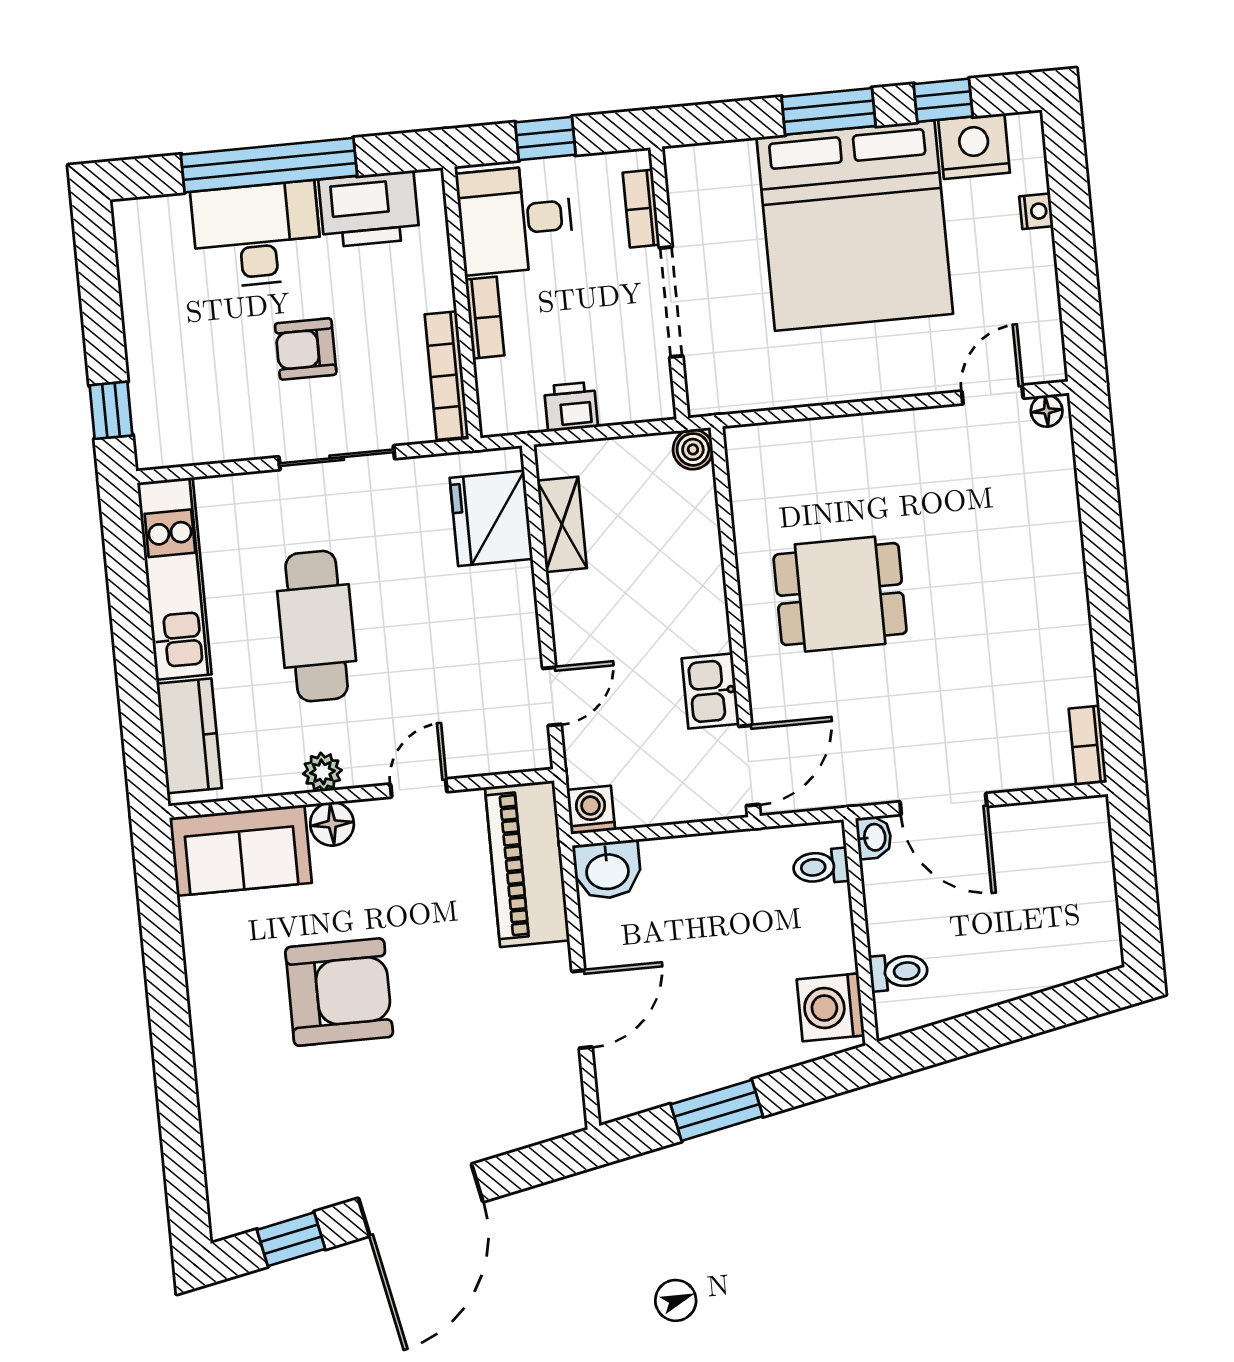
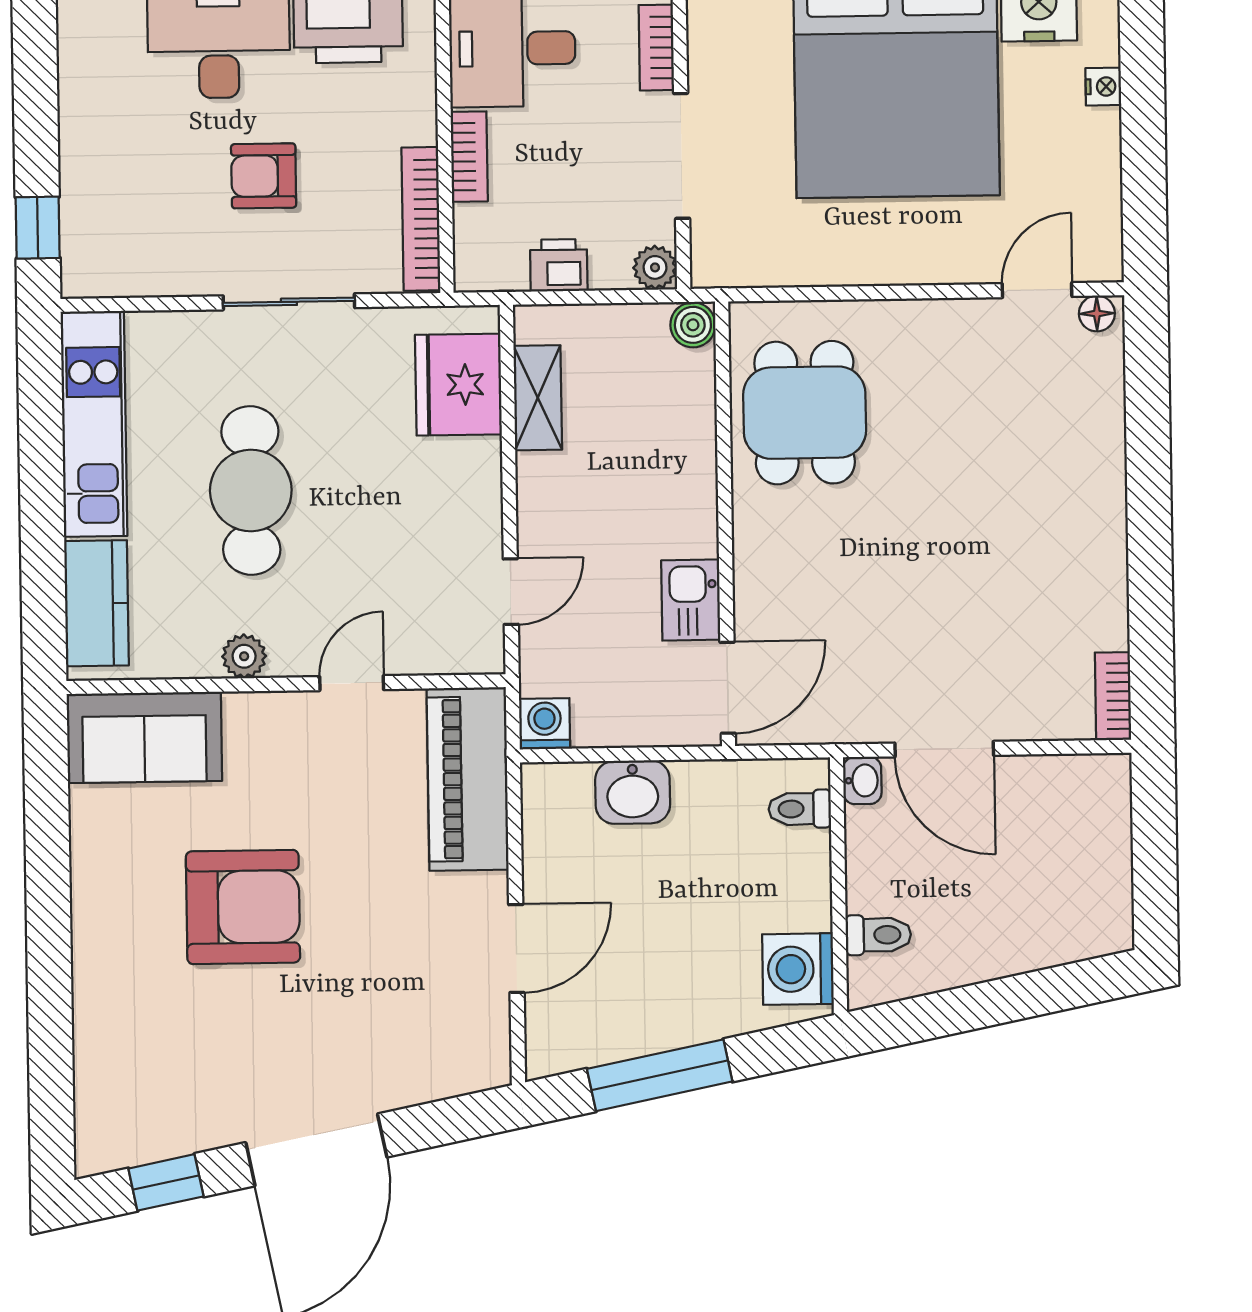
plant: (656, 402) -> (655, 267), added
dining table: (840, 594) -> (805, 413), moved, turned 90
floor lamp: (332, 824) -> (250, 716), removed
washbasin: (607, 870) -> (633, 792), moved
window: (717, 1110) -> (660, 1075), width x1.44

